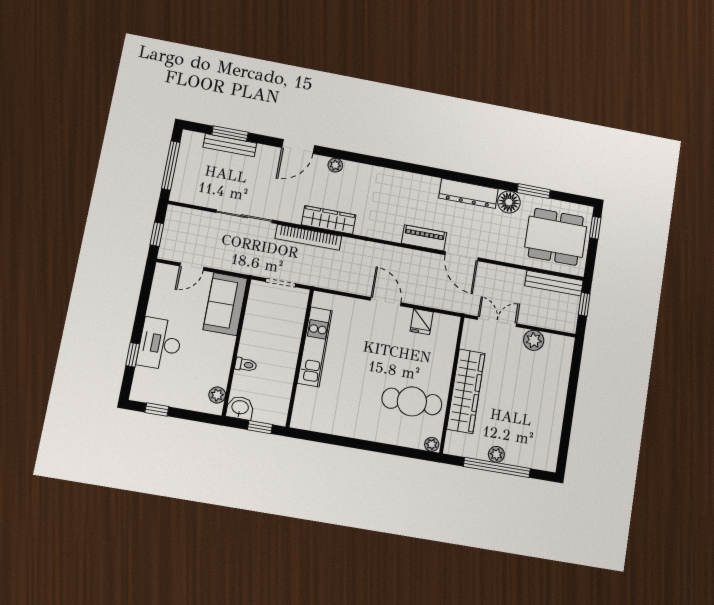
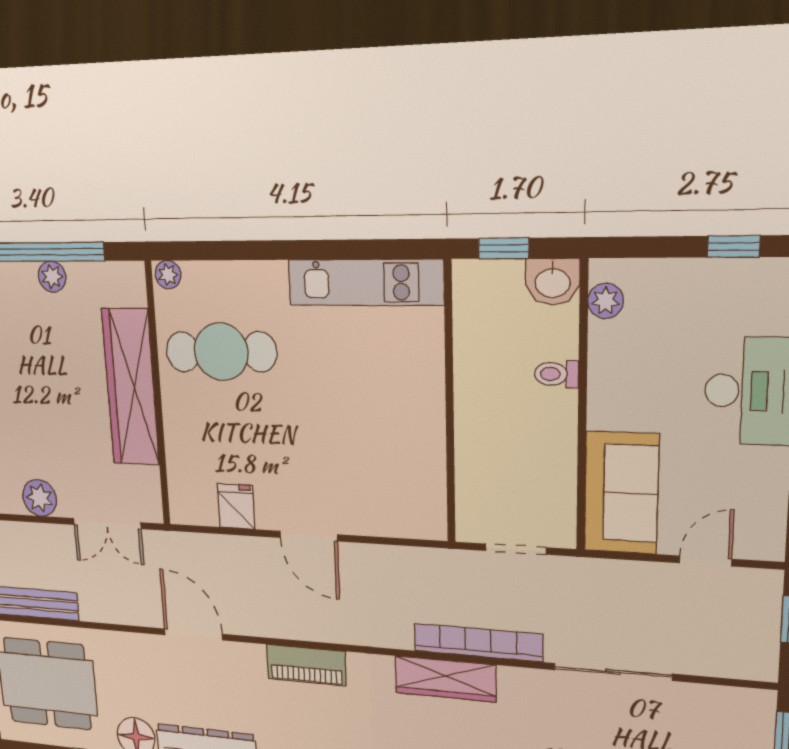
piano: (424, 238) -> (306, 665), moved
kitchen unit: (315, 347) -> (365, 282), moved, turned -90

